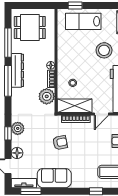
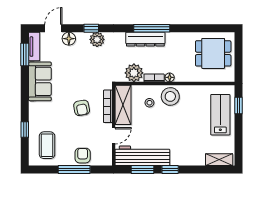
dining table: (30, 27) -> (213, 53), turned 90
window: (8, 43) -> (196, 28), removed
stool: (104, 50) -> (170, 96), moved
dresser: (17, 70) -> (145, 39), moved
door: (101, 114) -> (114, 136), swing flipped
armchair: (60, 143) -> (82, 108), moved

